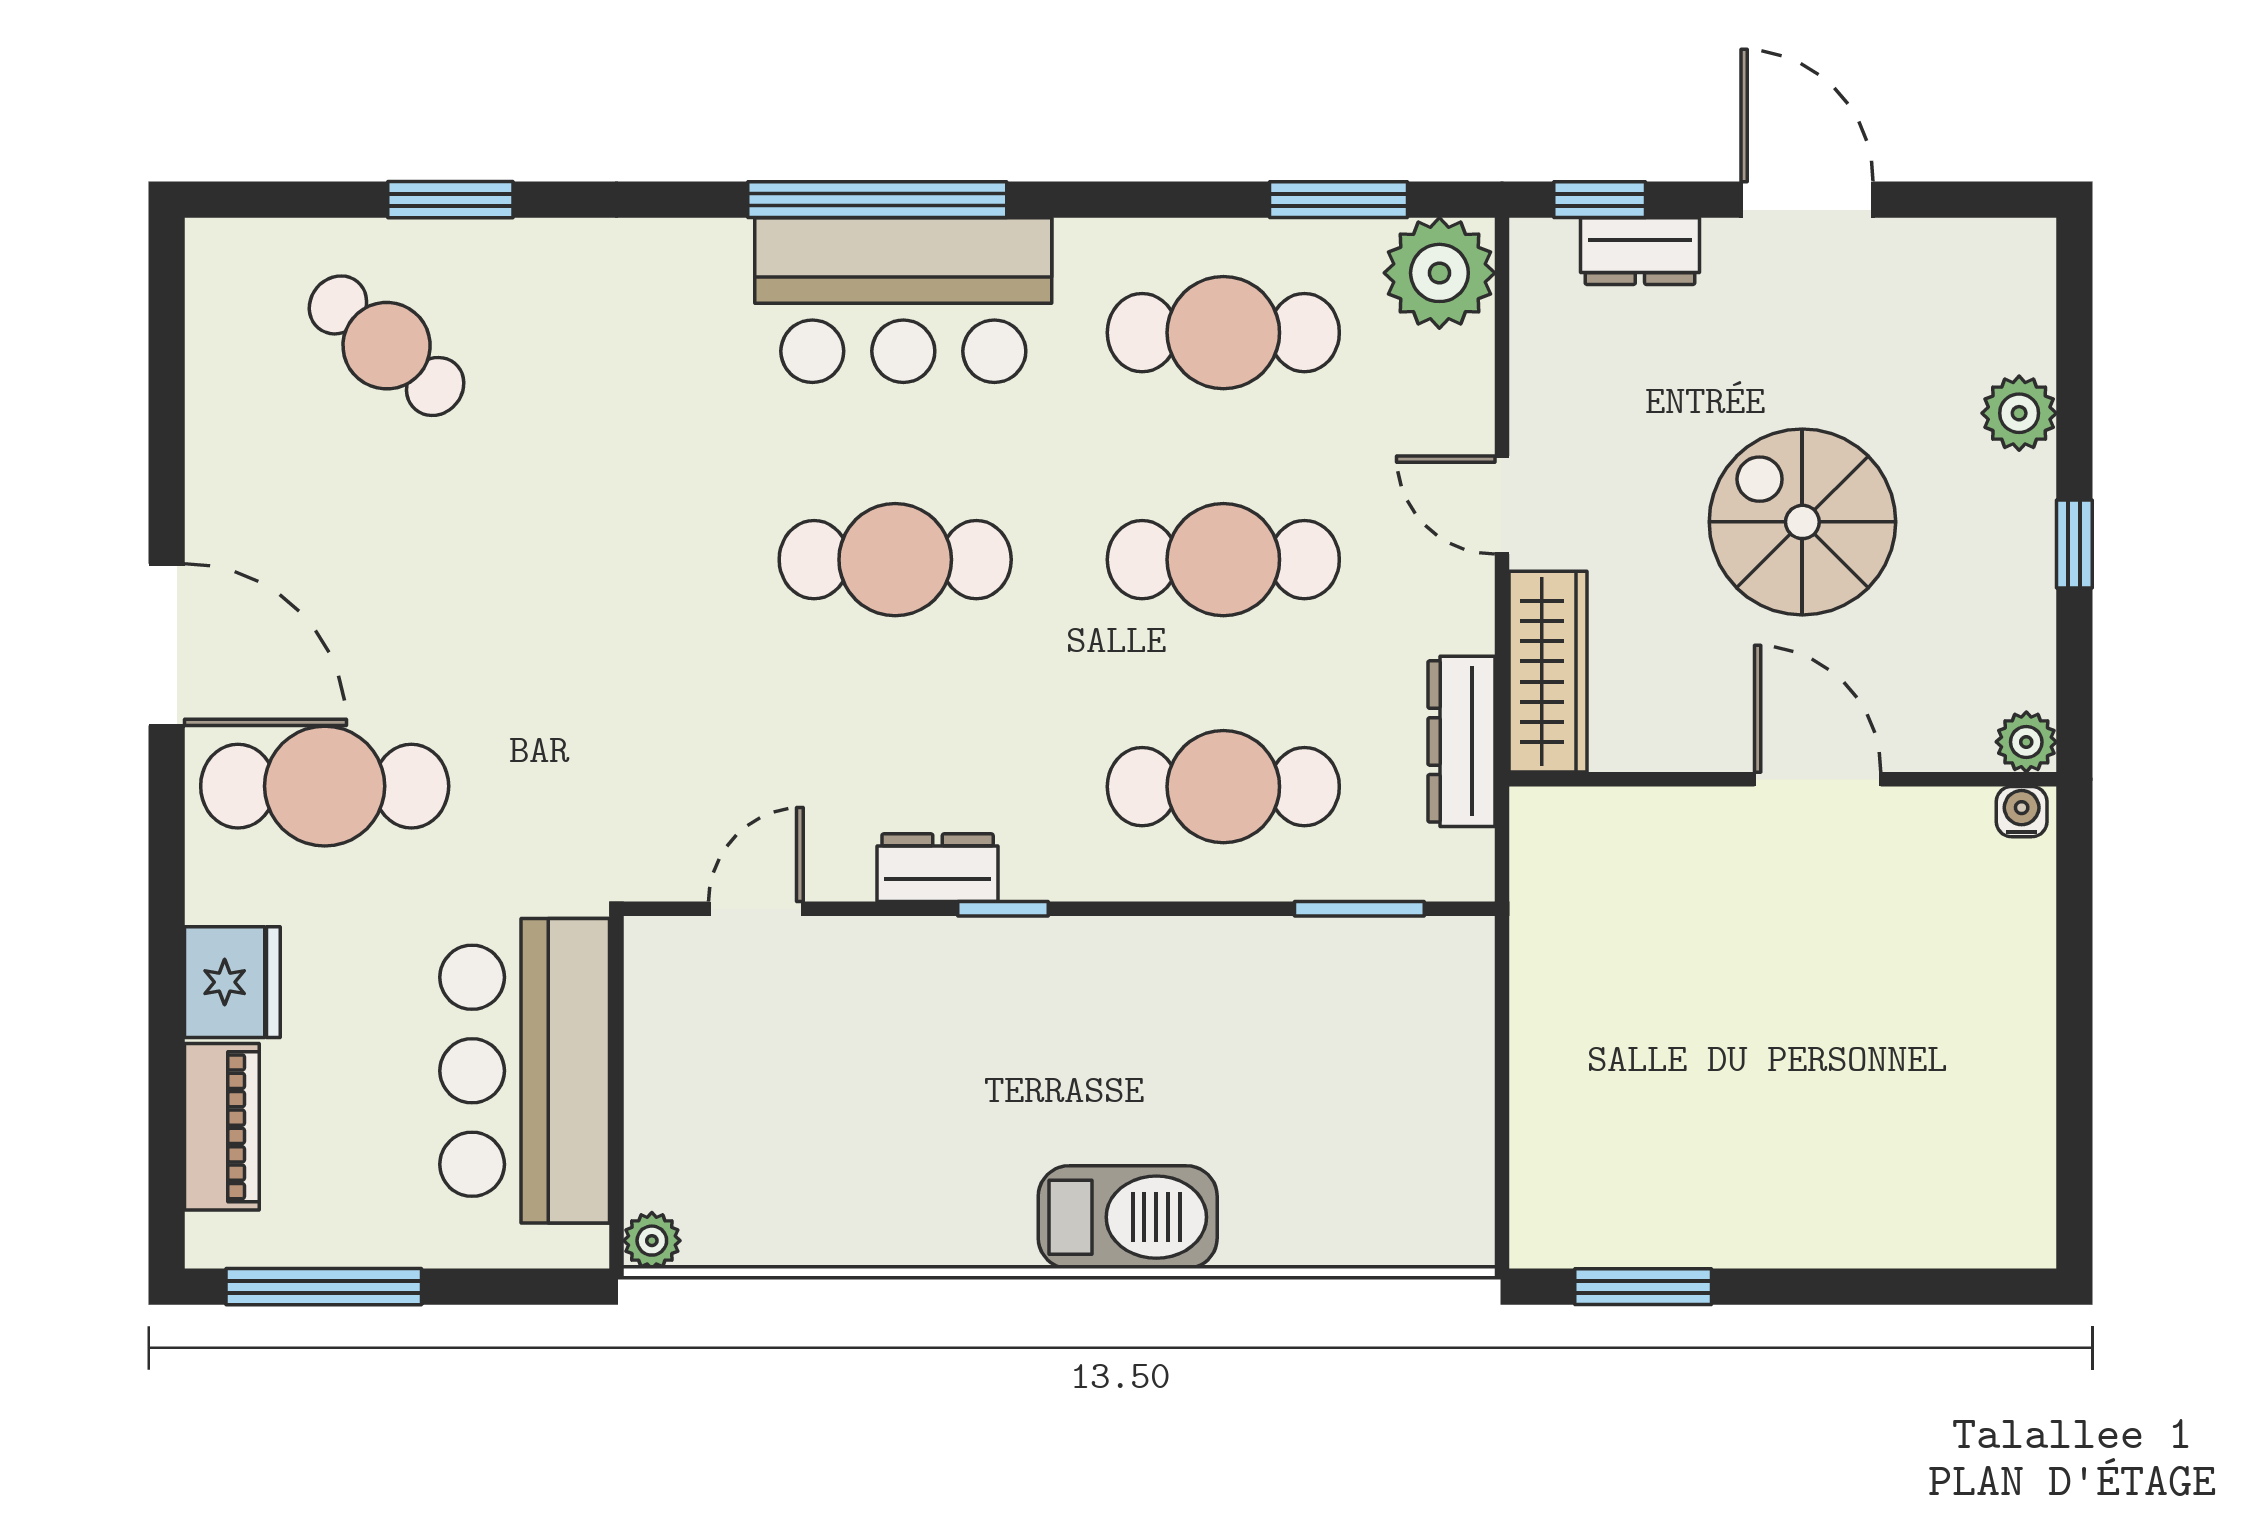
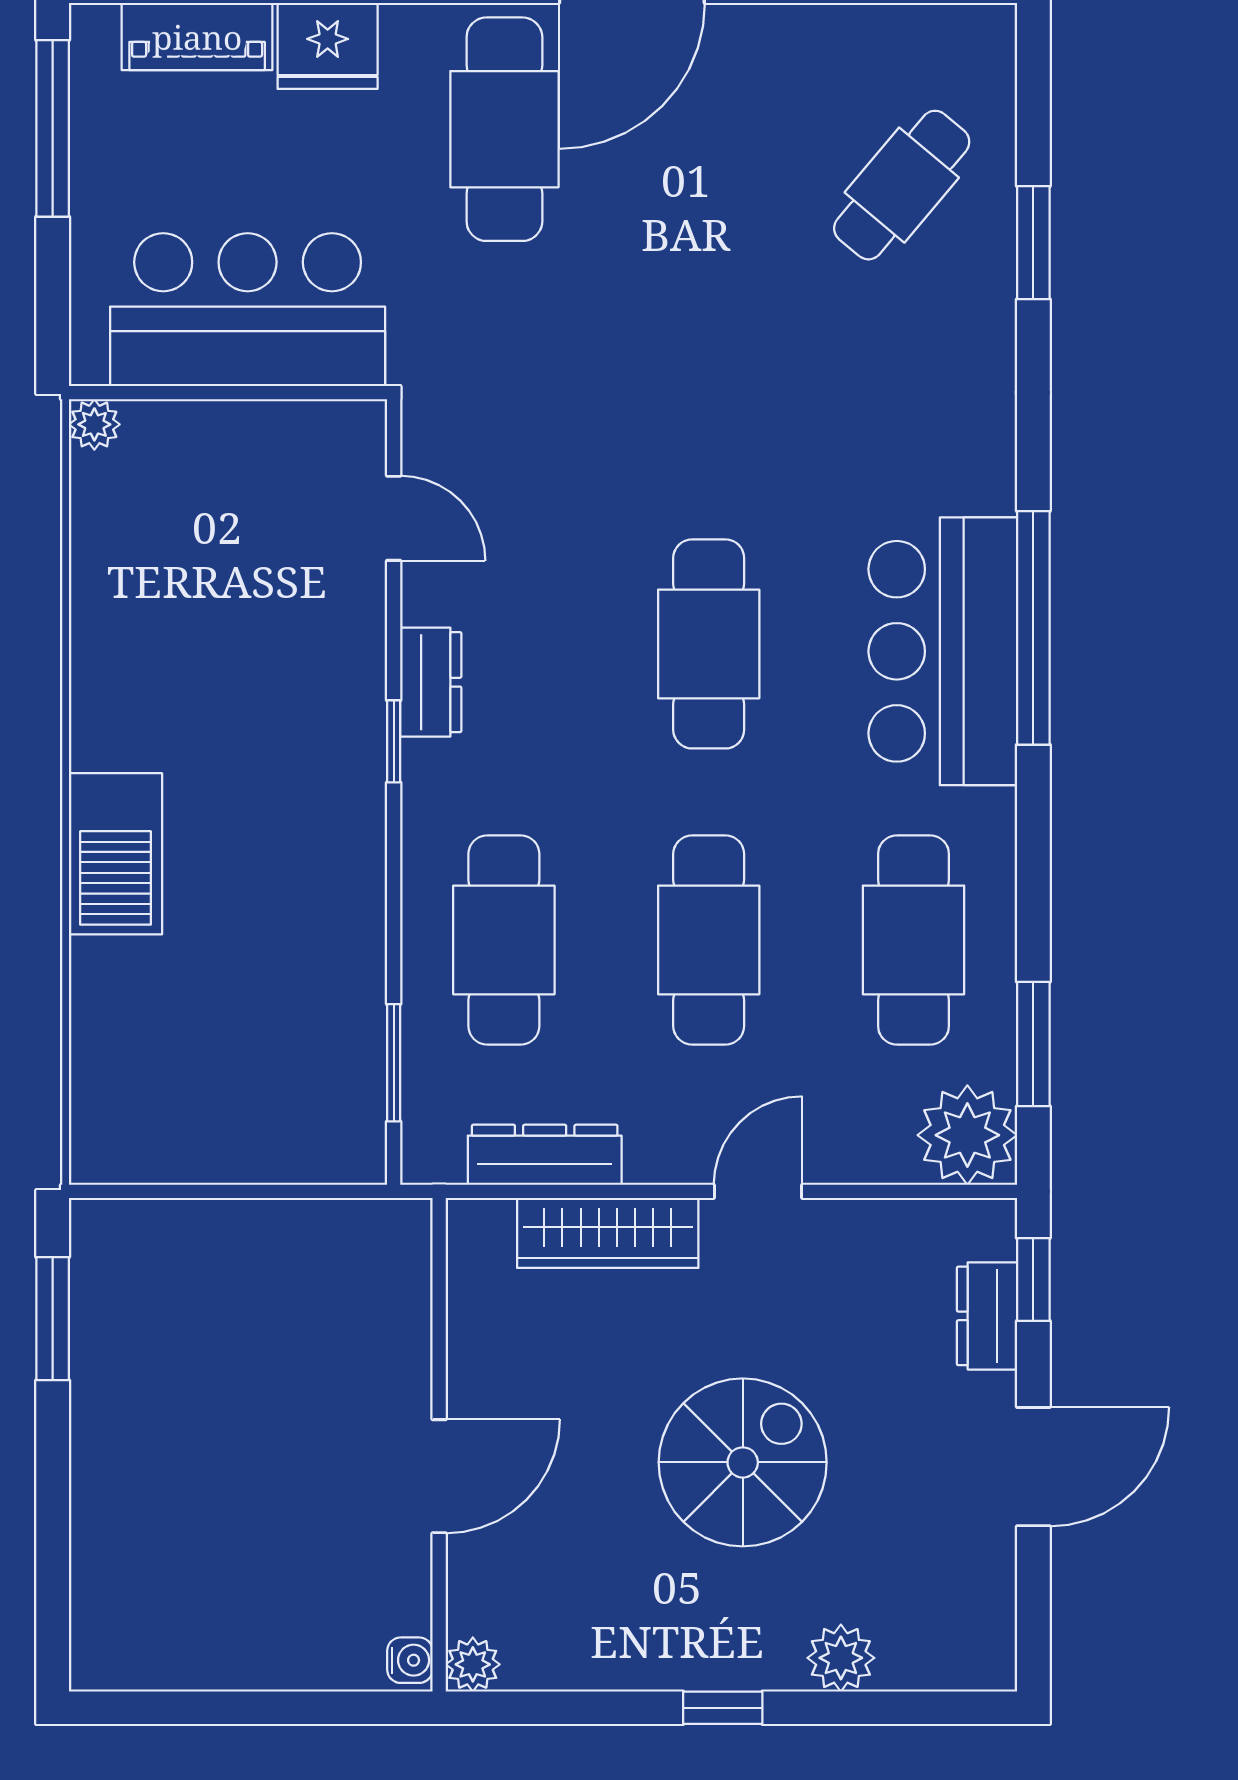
plant: (2026, 742) -> (473, 1664), moved
wall: (1783, 779) -> (439, 1445), moved
door: (1818, 779) -> (439, 1476), moved
water cooler: (2022, 812) -> (410, 1660), moved

